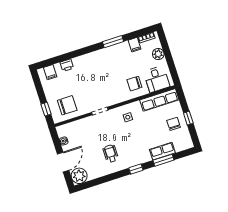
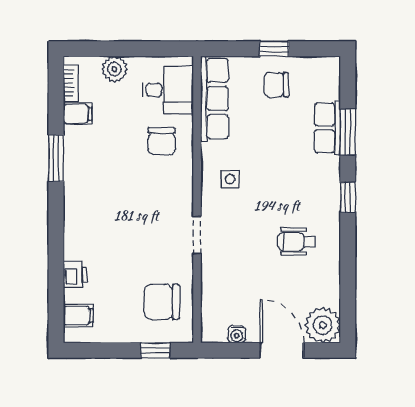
chair: (67, 105) -> (162, 302), turned -90

